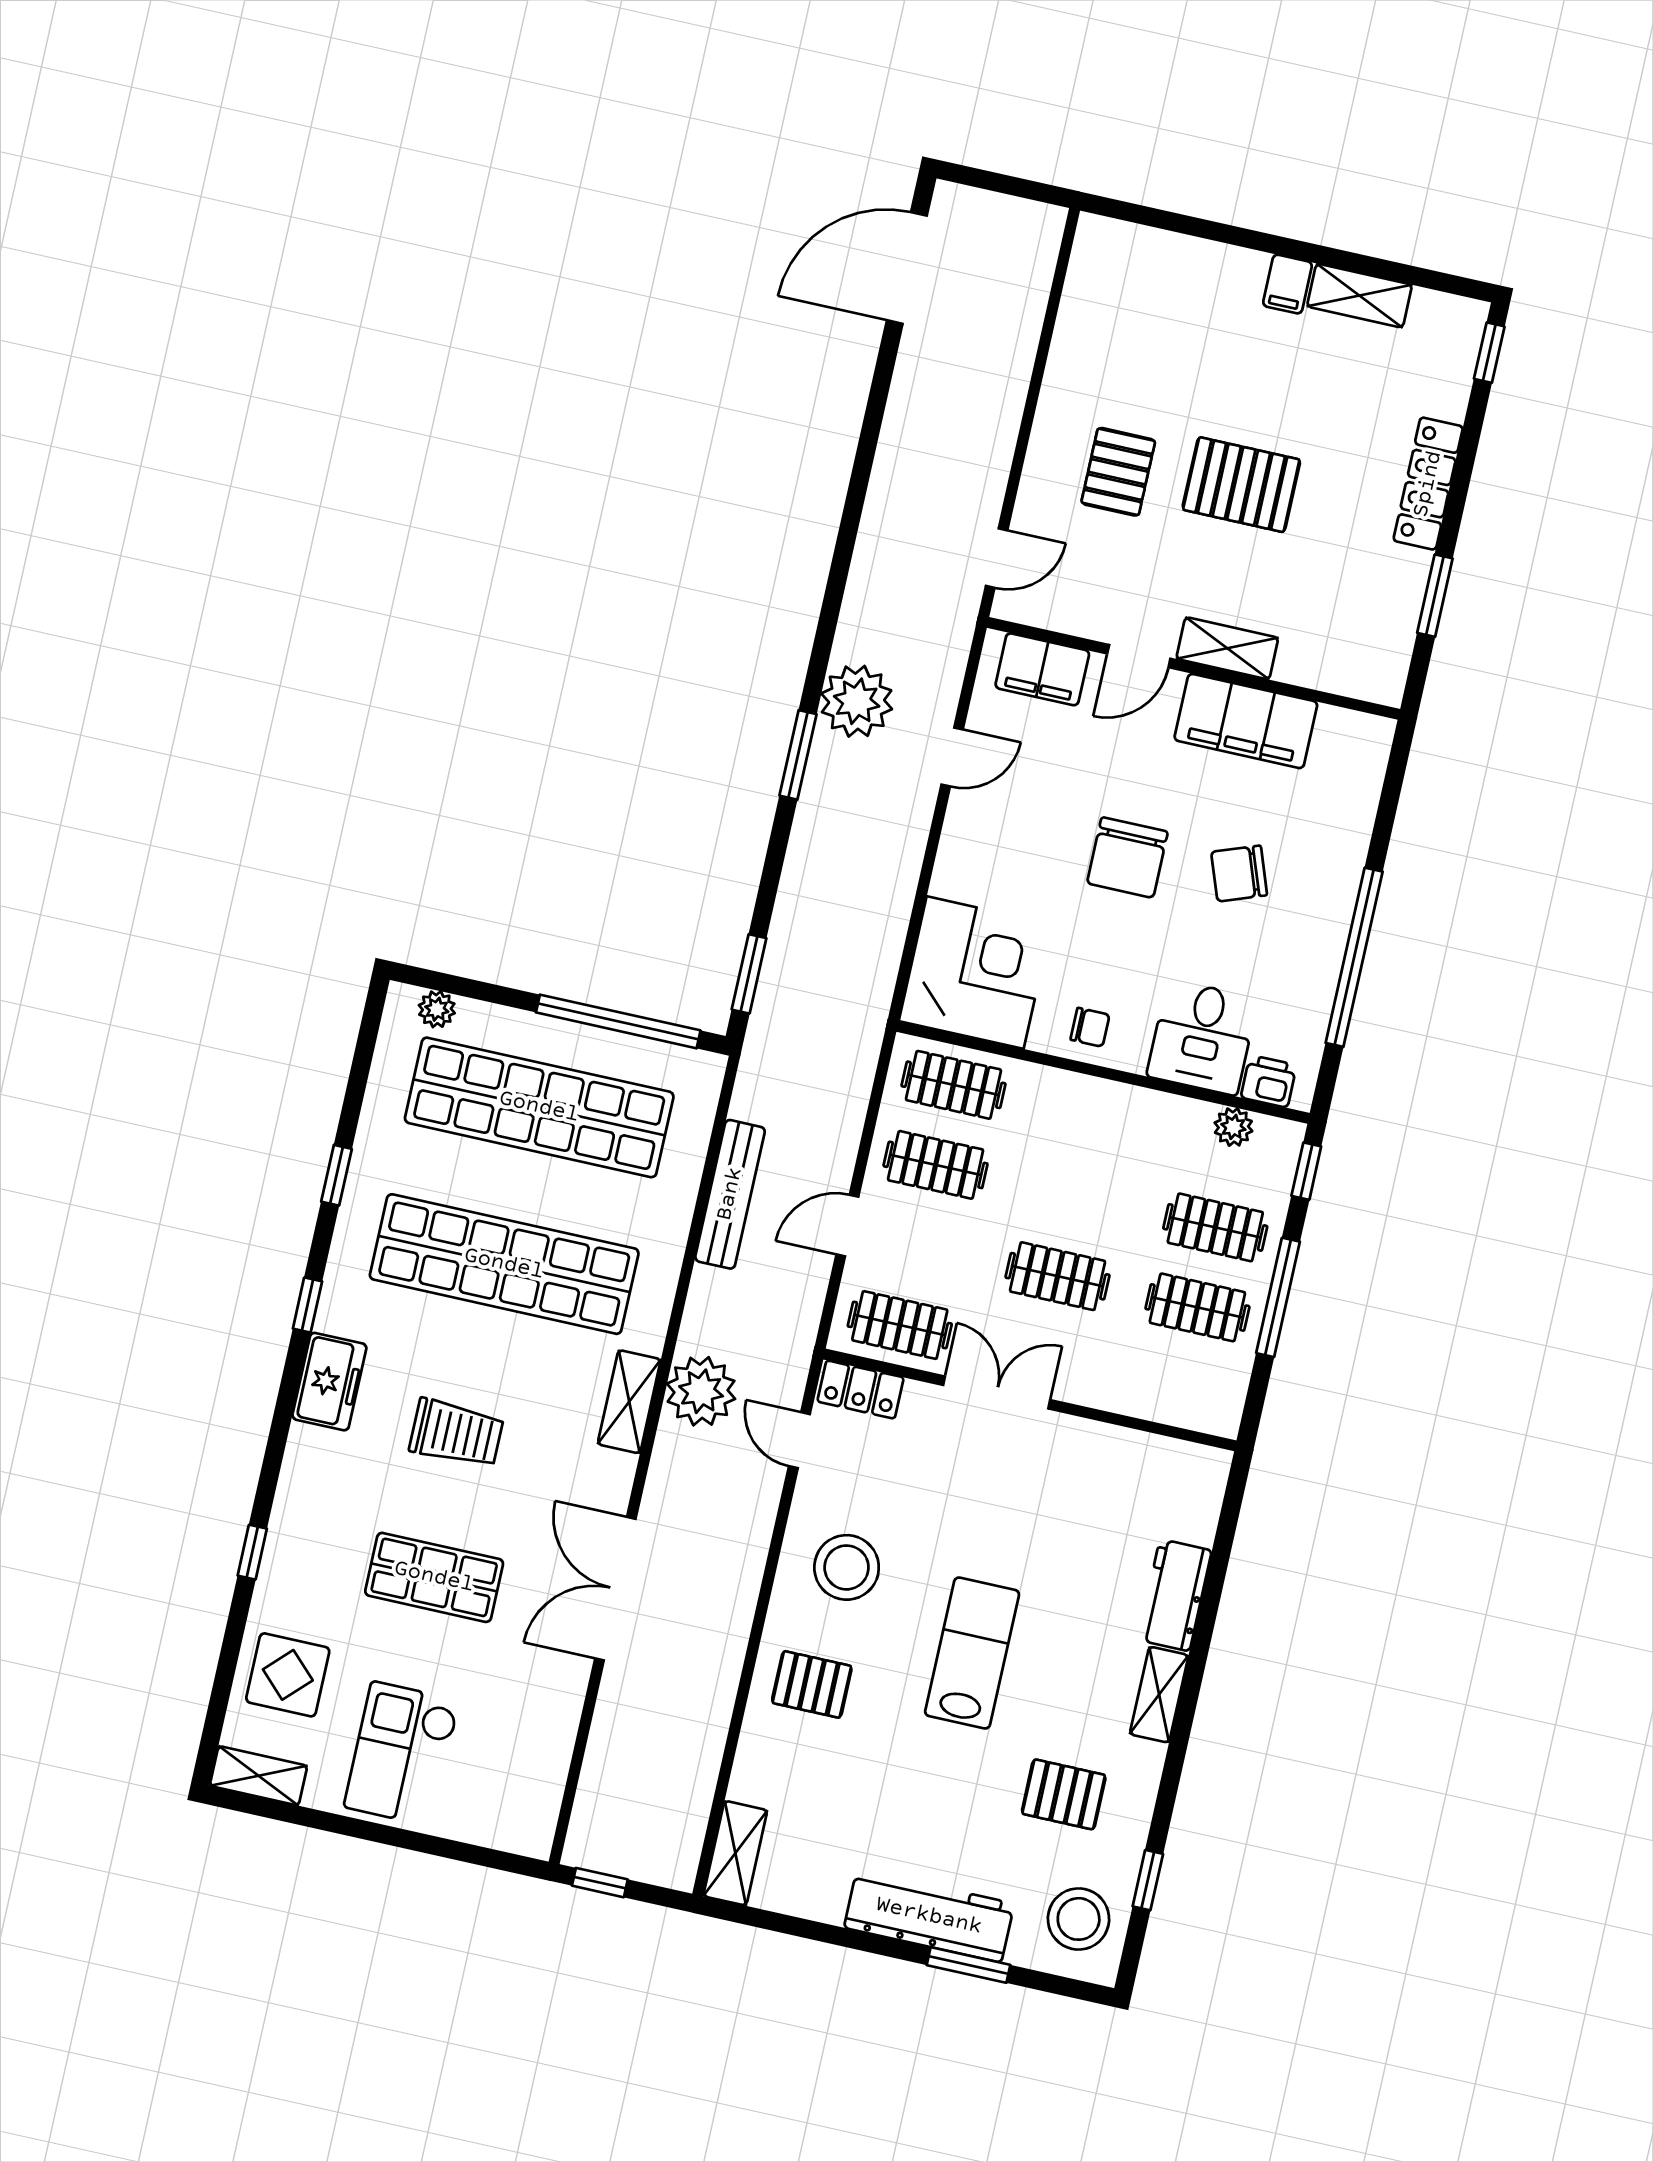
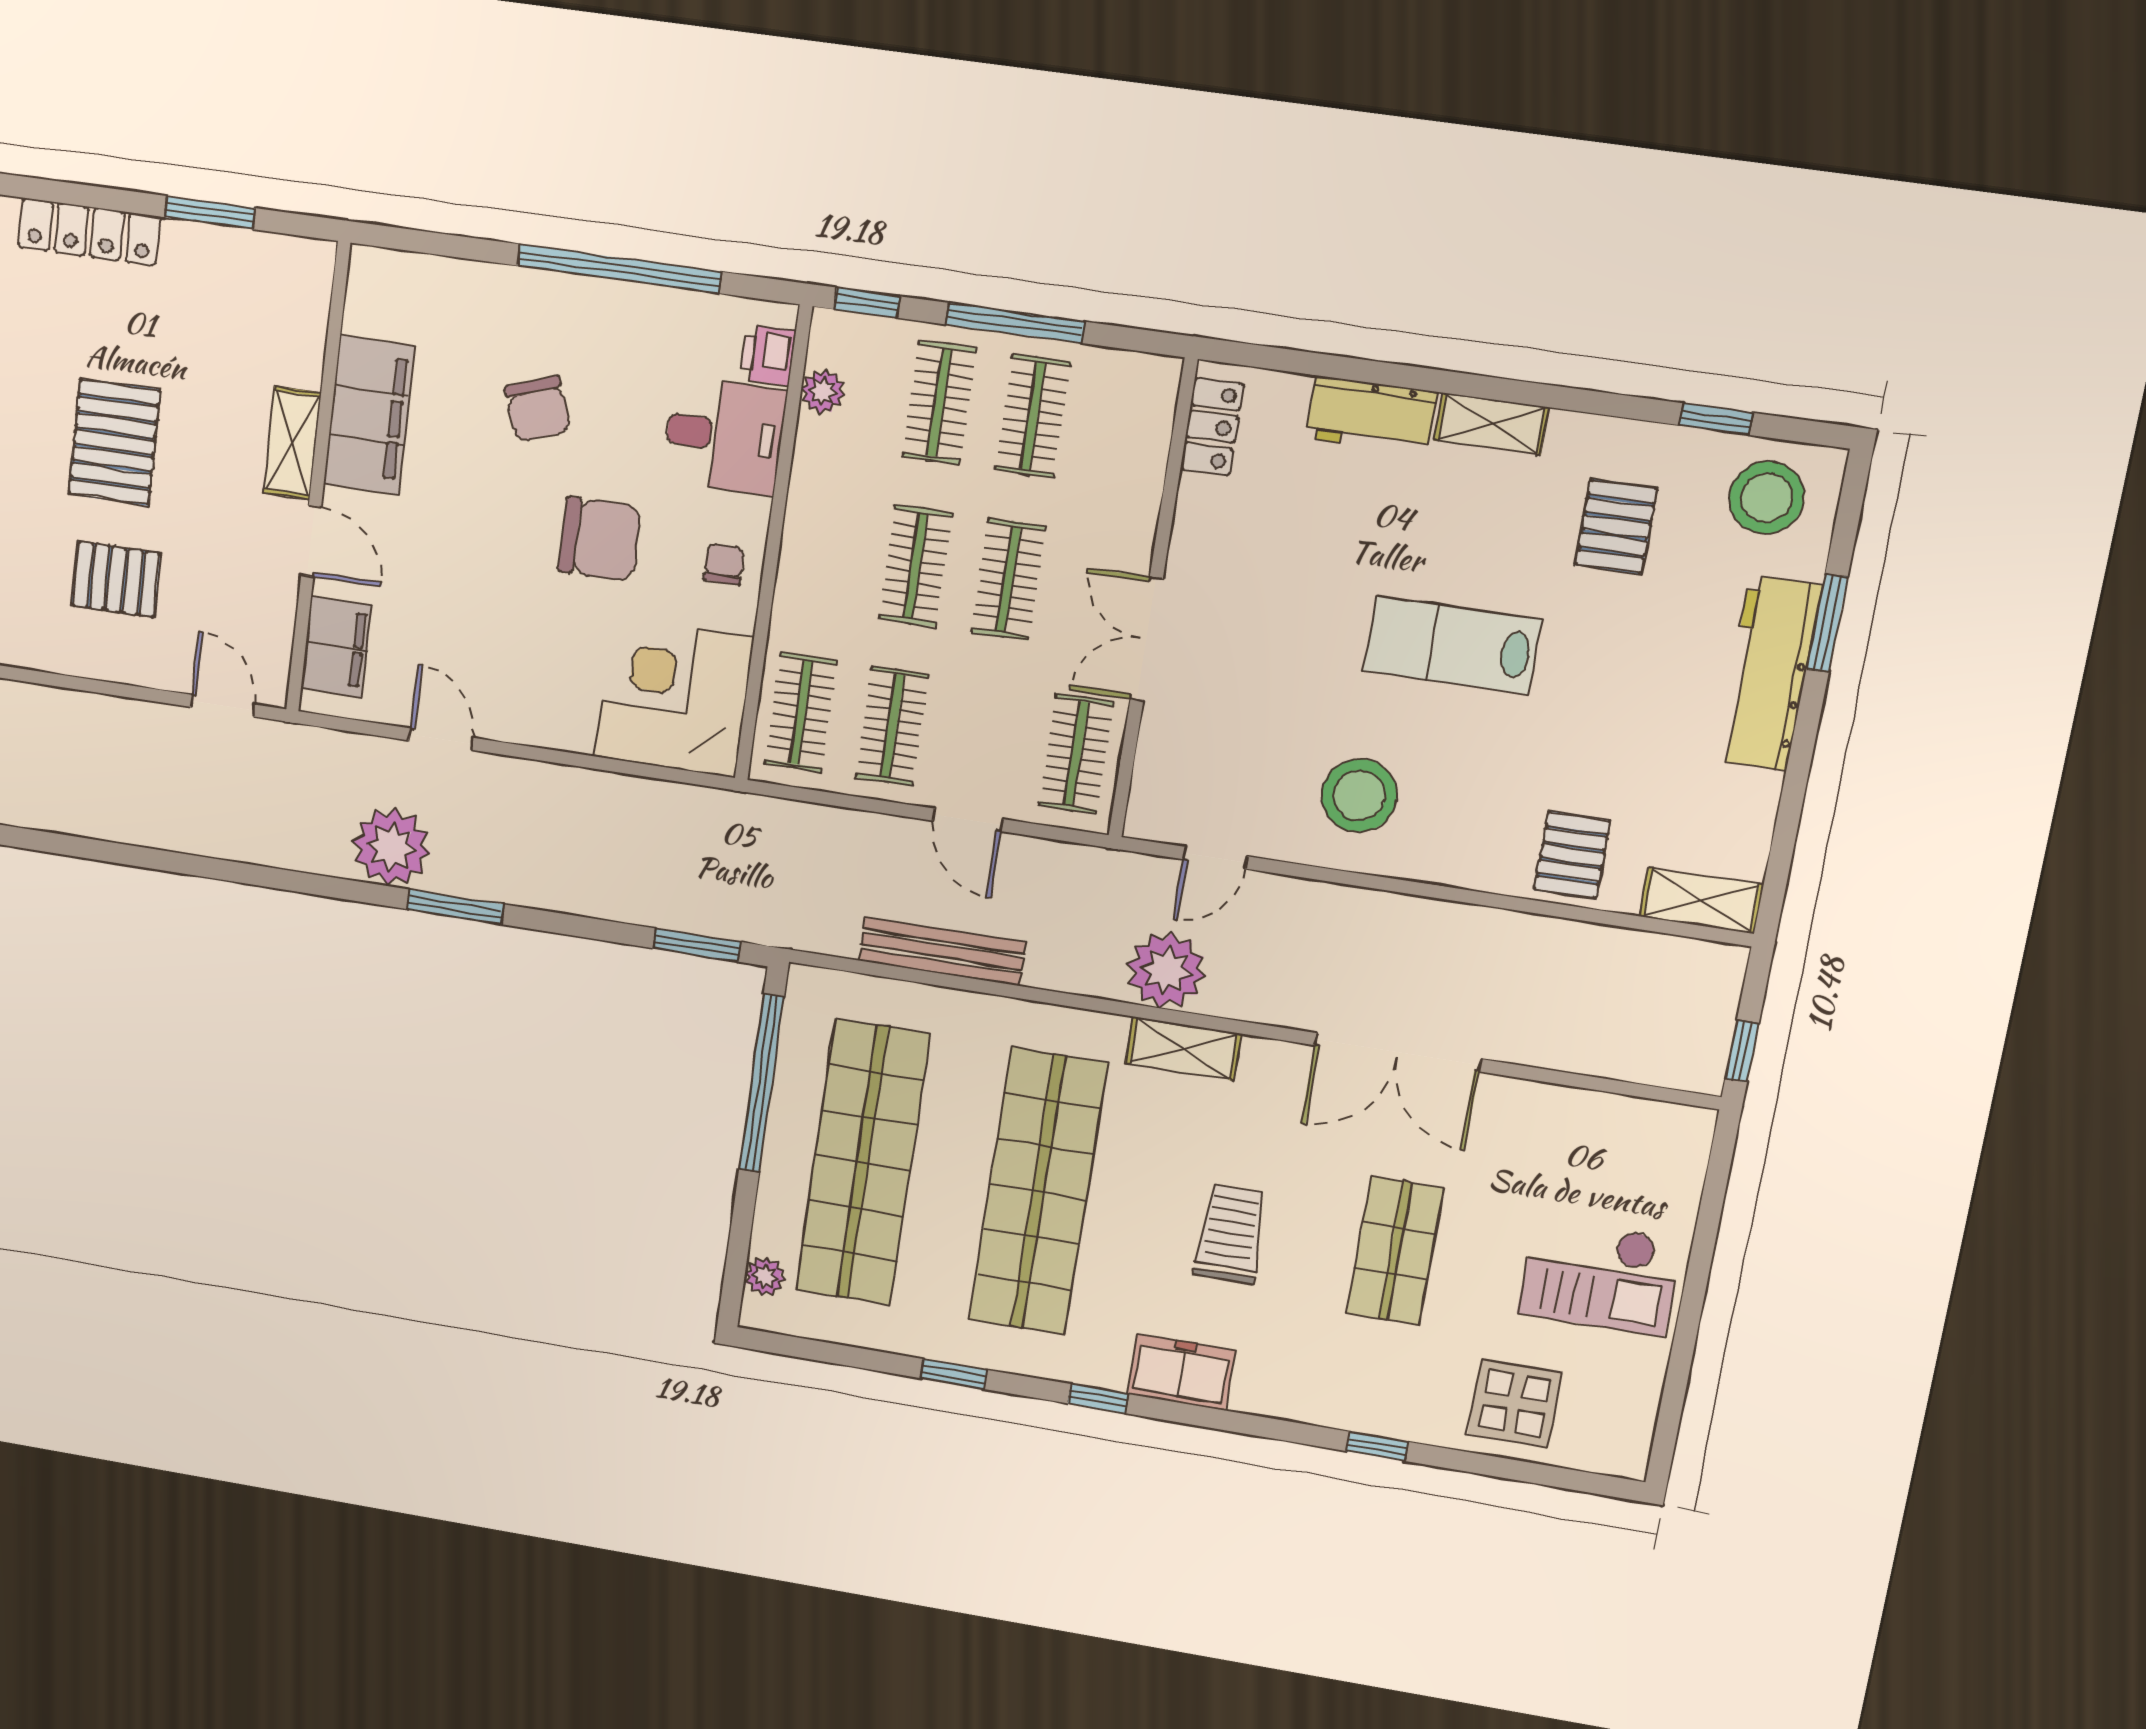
chair: (1127, 857) -> (600, 539), moved
clothes rail: (1075, 1196) -> (915, 566), added
locker: (861, 1390) -> (1212, 427), moved
pallet: (812, 1684) -> (1572, 855), moved
shelving: (259, 1776) -> (1632, 1430), removed

